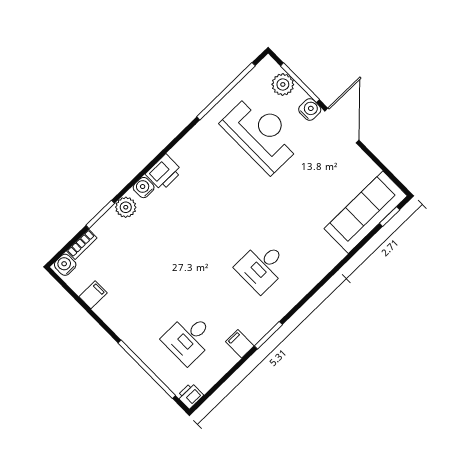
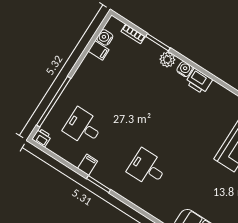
water cooler: (65, 265) -> (105, 37), moved, turned -90

